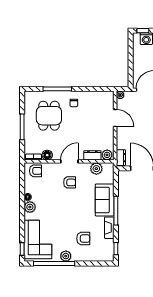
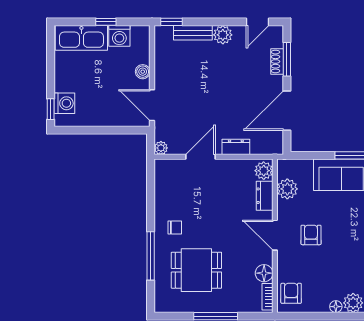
dresser: (121, 158) -> (236, 147), moved

